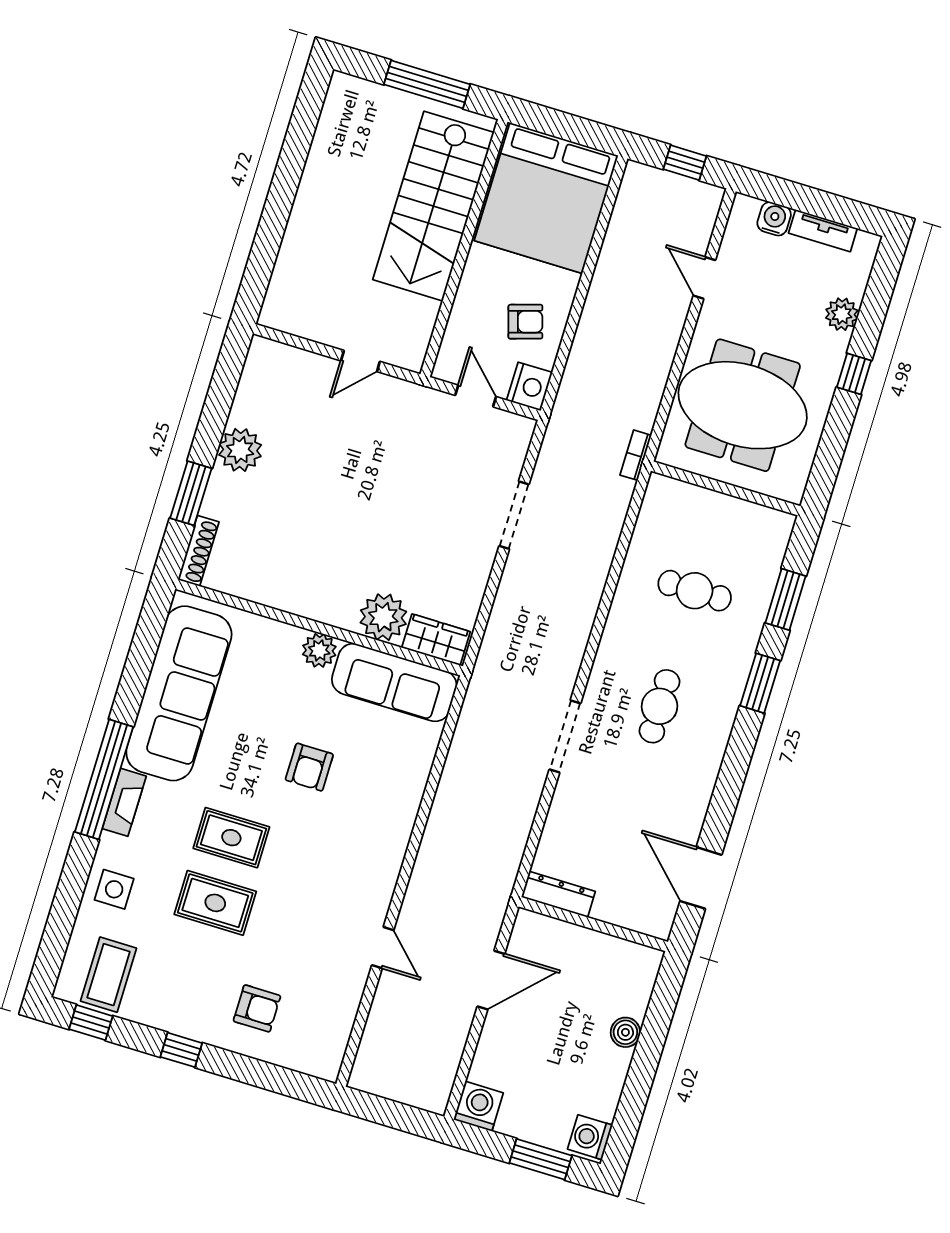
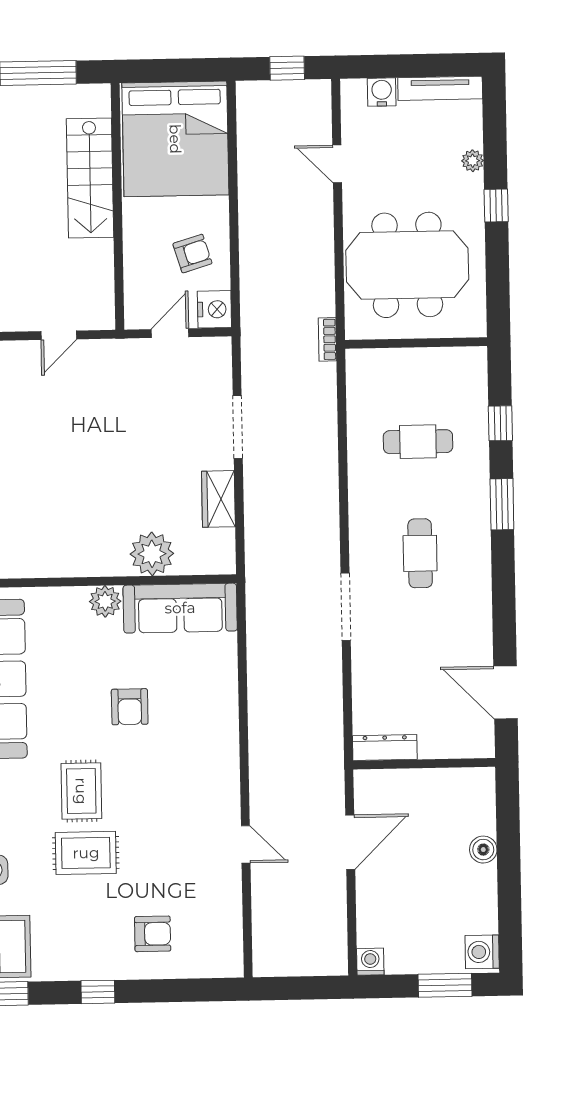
stairs: (433, 206) -> (90, 178), width x0.73, depth x0.66
tv unit: (823, 231) -> (440, 88), width x1.41
plant: (842, 314) -> (473, 161), width x0.73, depth x0.73
door: (476, 396) -> (170, 333), hinge flipped
window: (786, 599) -> (500, 423), width x0.67
wardrobe: (436, 640) -> (218, 499), moved, turned -90
rug: (231, 838) -> (81, 791), turned 90
washing machine: (479, 1106) -> (370, 962), width x0.73, depth x0.73

